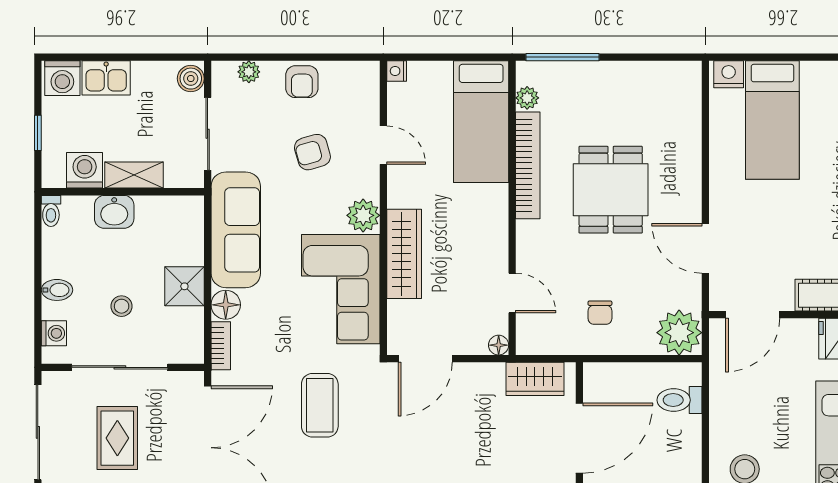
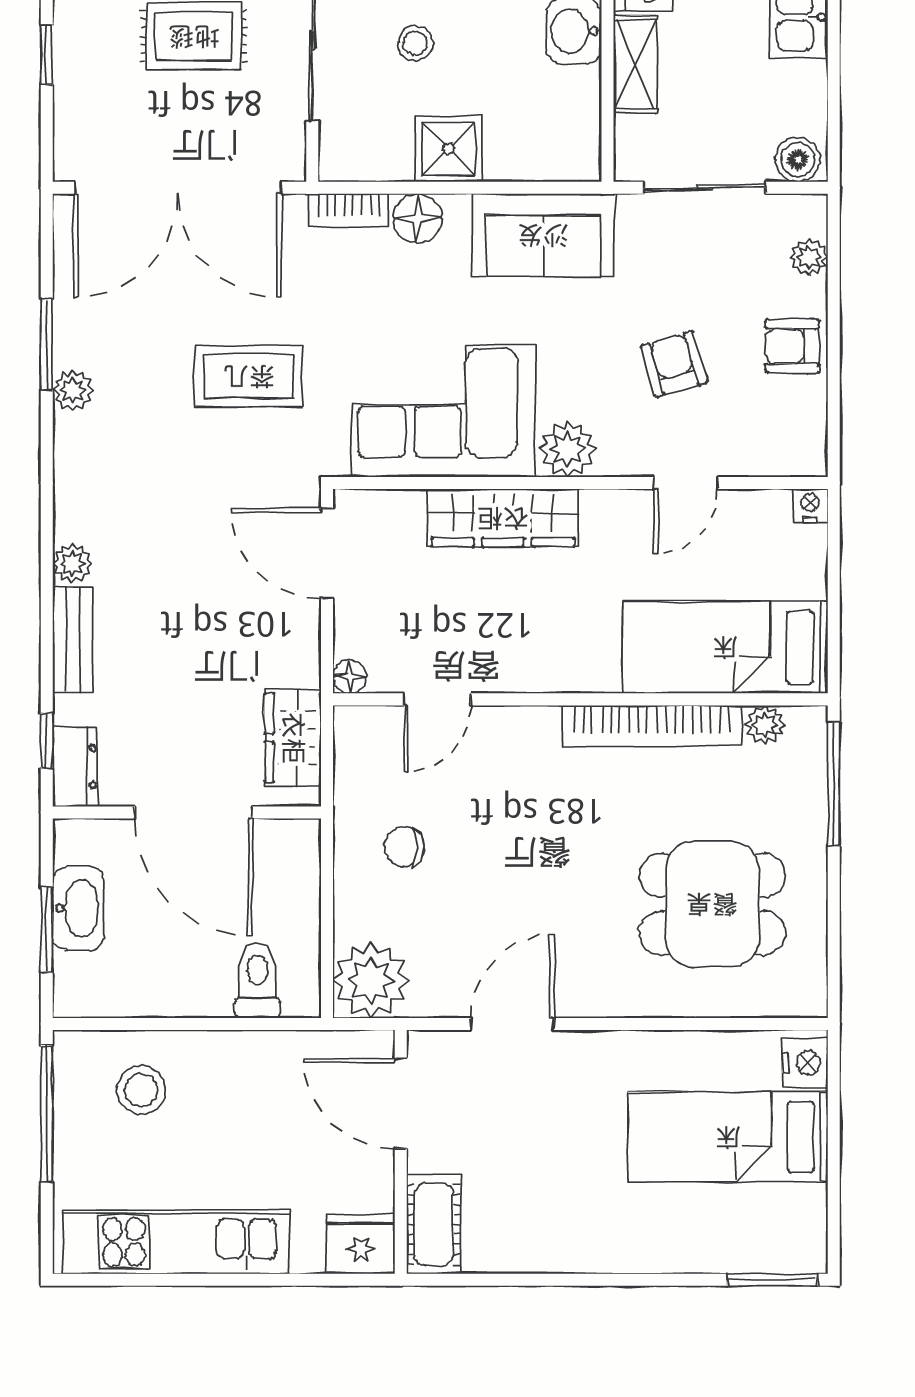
dining table: (611, 190) -> (712, 904), moved
sofa: (236, 230) -> (543, 235), width x0.73

